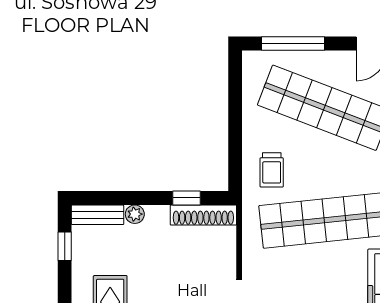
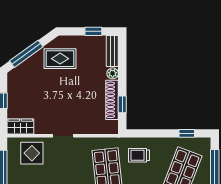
window: (235, 90) -> (187, 133), added
shoe rack: (203, 215) -> (112, 100), moved

